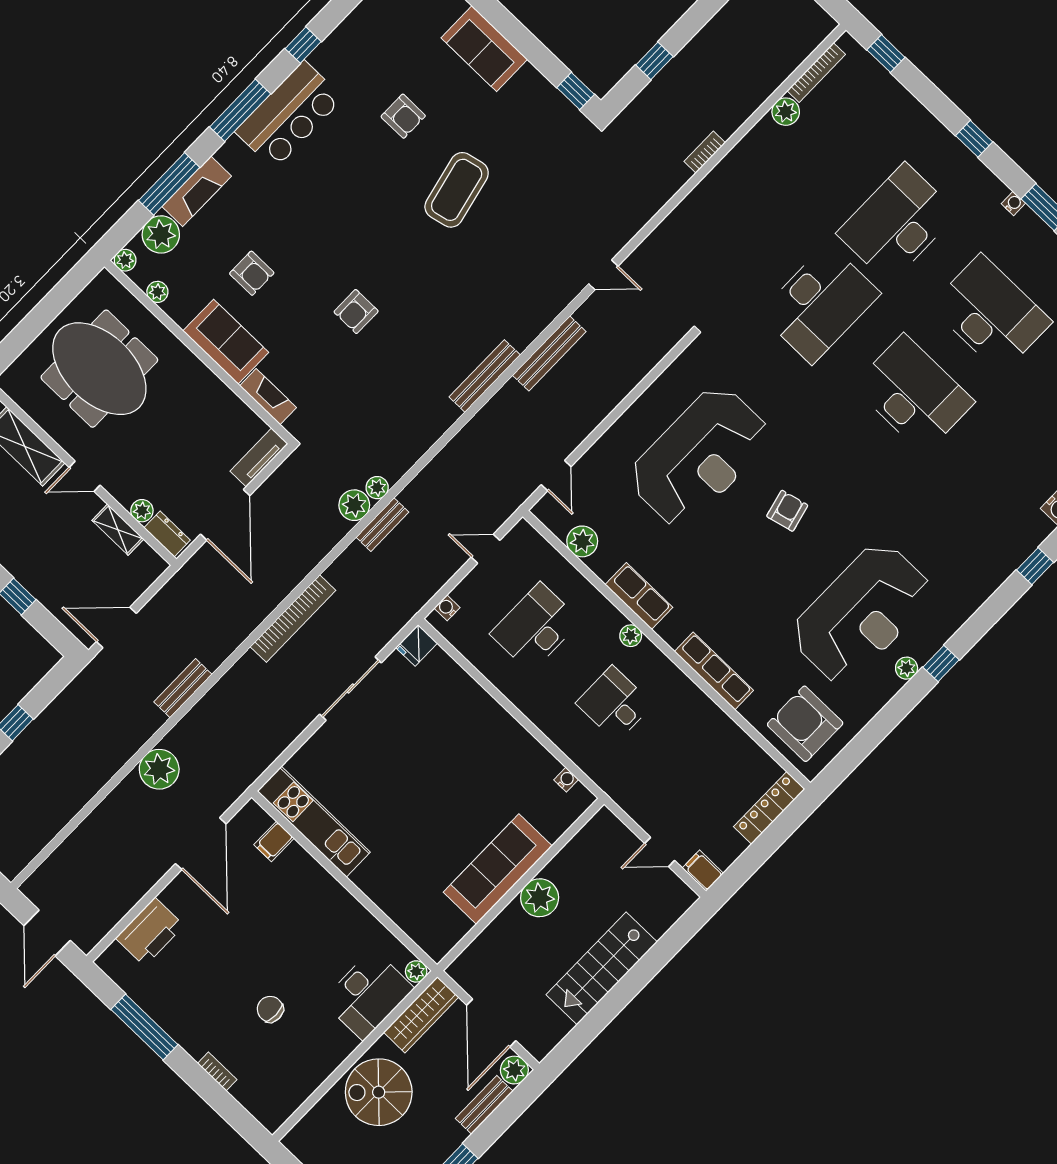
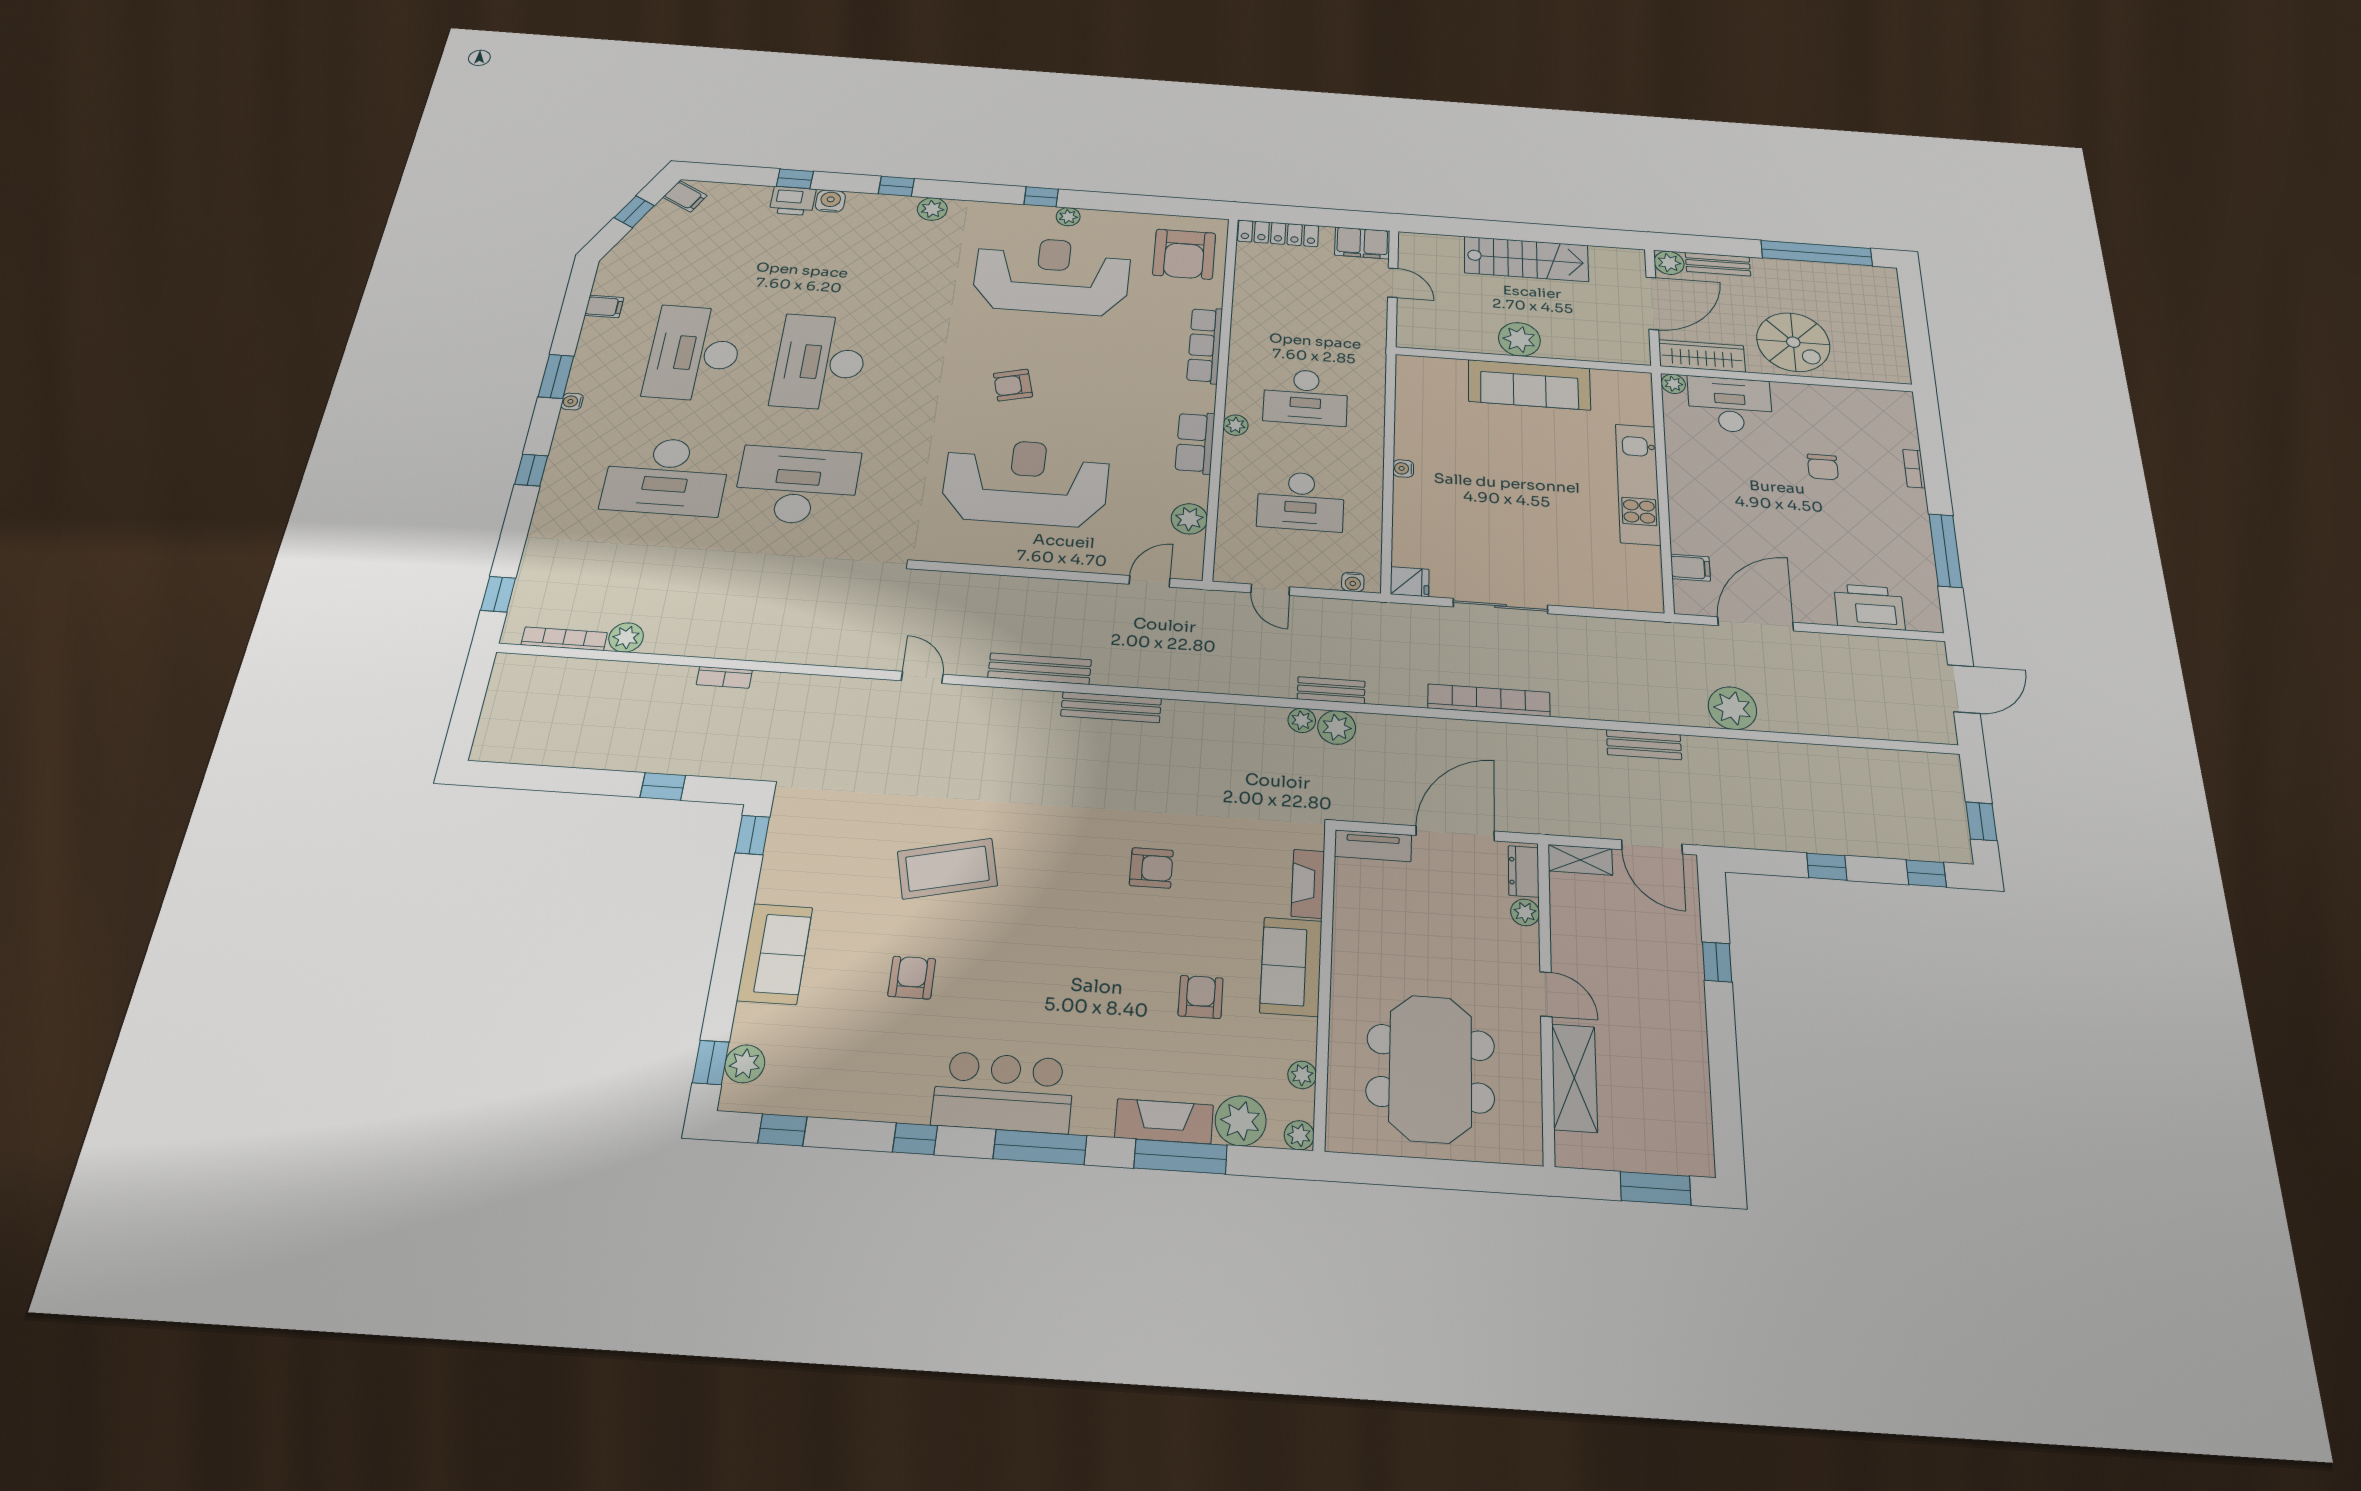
shelving: (118, 530) -> (1580, 860), moved, turned 90
plant: (992, 576) -> (932, 209), added
desk: (614, 704) -> (1306, 397), width x1.37
water cooler: (566, 780) -> (1403, 469), moved
kitchen unit: (314, 822) -> (1638, 484), moved
filing cabinet: (703, 871) -> (1362, 243), width x2.00

